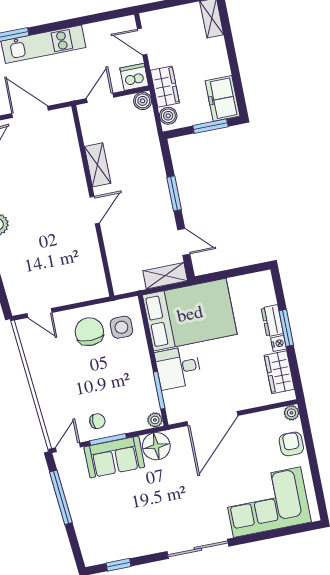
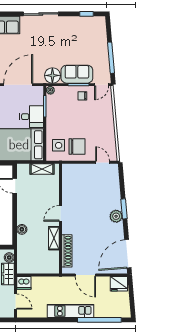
door: (100, 98) -> (45, 275), removed
boiler: (143, 101) -> (22, 229), moved
shoe rack: (71, 147) -> (67, 251), added
window: (174, 193) -> (15, 214), removed
shelving: (165, 276) -> (42, 169), moved
chair: (89, 332) -> (77, 146), turned -90

